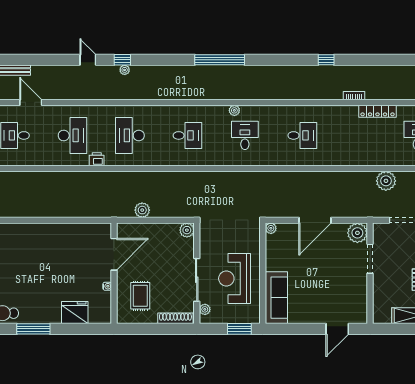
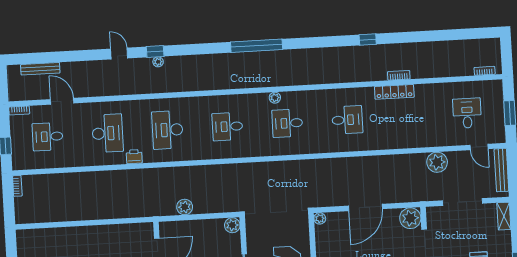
locker: (378, 111) -> (394, 92), moved
desk: (187, 135) -> (227, 127), turned 180
desk: (245, 135) -> (287, 123), turned -90

